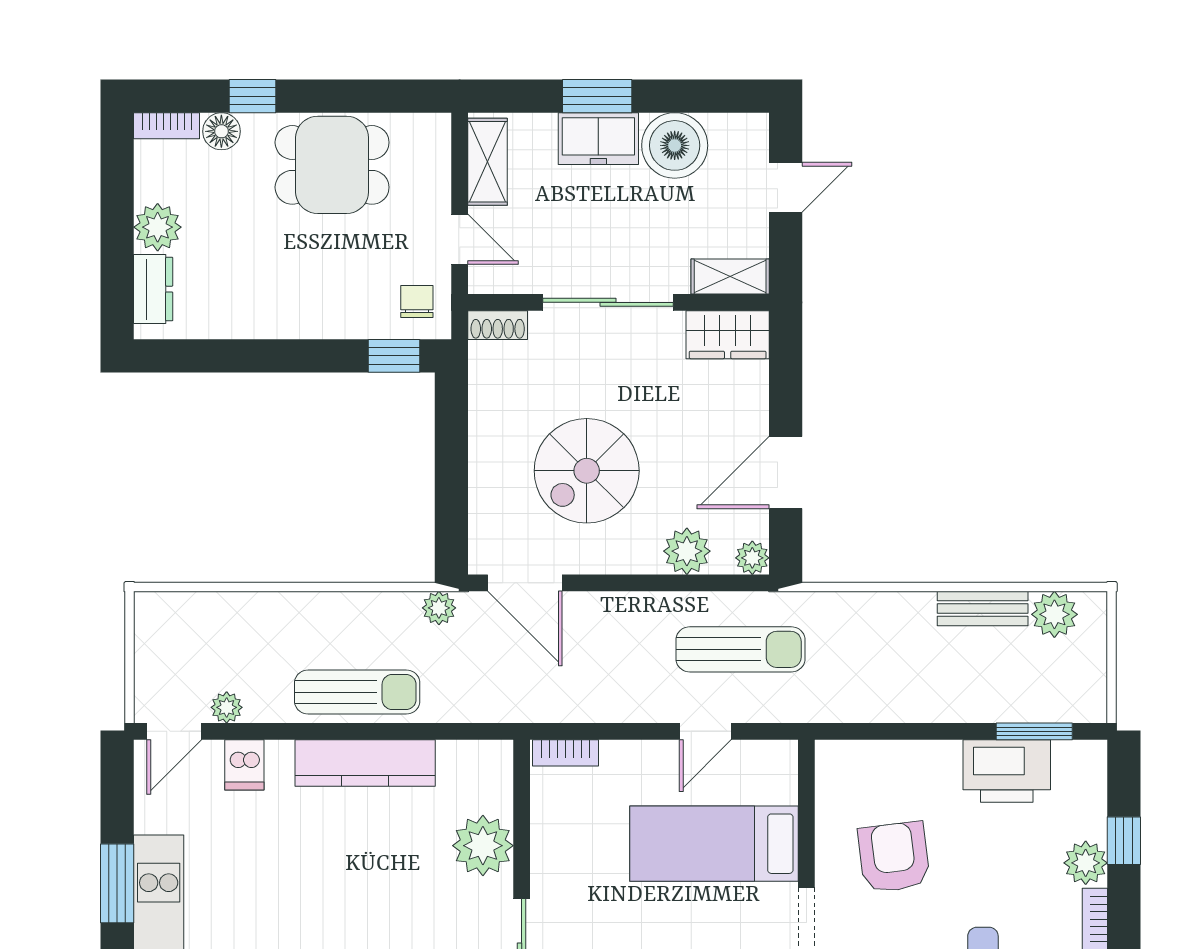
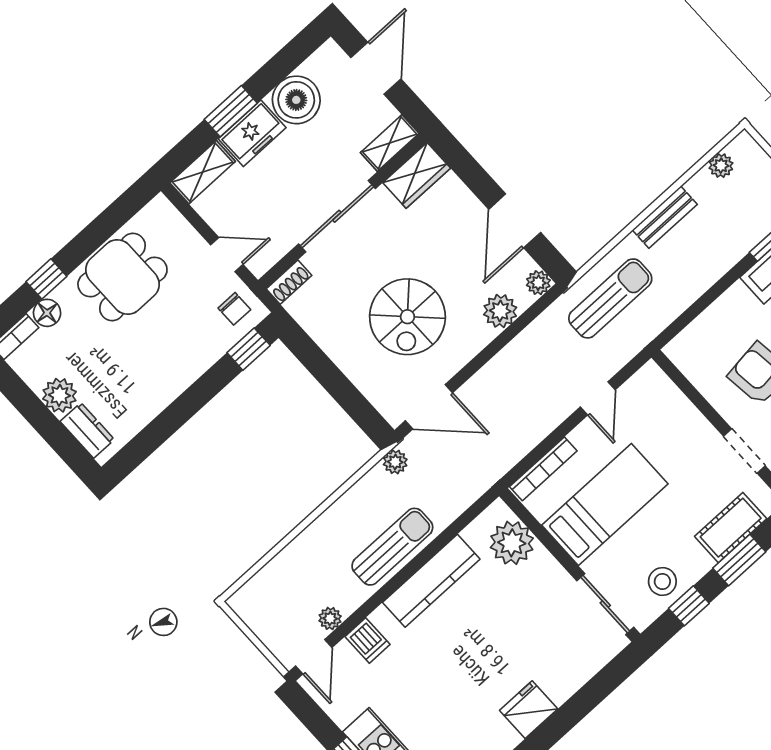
shelving: (488, 162) -> (203, 172), moved, turned 90
door: (786, 187) -> (376, 68), width x1.38
chair: (417, 302) -> (234, 309), turned 180
bench: (983, 608) -> (665, 217), moved
plant: (1054, 614) -> (721, 166), width x0.73, depth x0.73
sun lounger: (741, 649) -> (610, 298), moved
bookcase: (566, 753) -> (543, 469), width x1.56
bed: (714, 844) -> (605, 504), moved, turned 180
plant: (483, 846) -> (512, 543), moved

